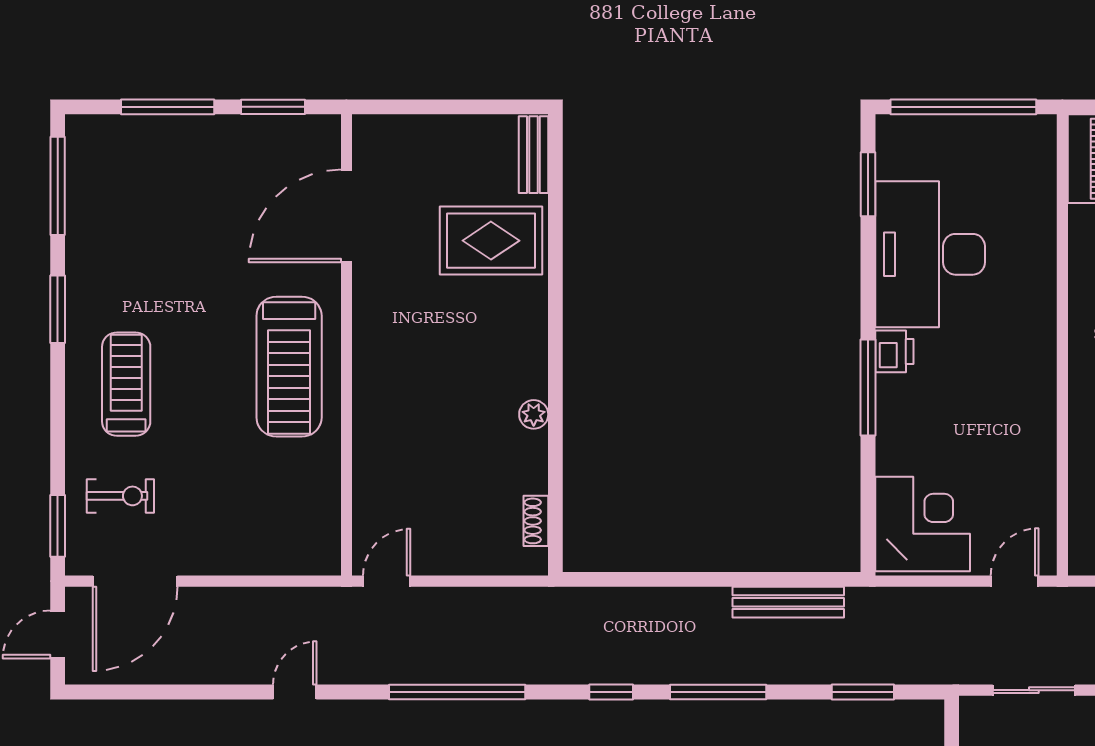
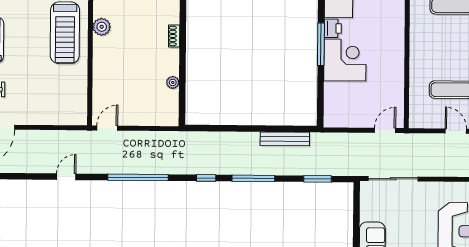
plant: (372, 352) -> (102, 27), added
plant: (534, 414) -> (173, 82), moved
shoe rack: (536, 521) -> (174, 36), moved
corner desk: (923, 524) -> (345, 60), moved
sliding door: (1034, 690) -> (393, 179), width x1.37

